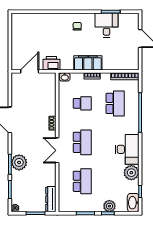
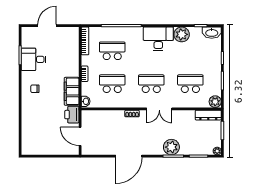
filing cabinet: (88, 63) -> (72, 91), moved
school desk: (82, 103) -> (112, 84), width x1.85
plant: (109, 206) -> (215, 102), moved

